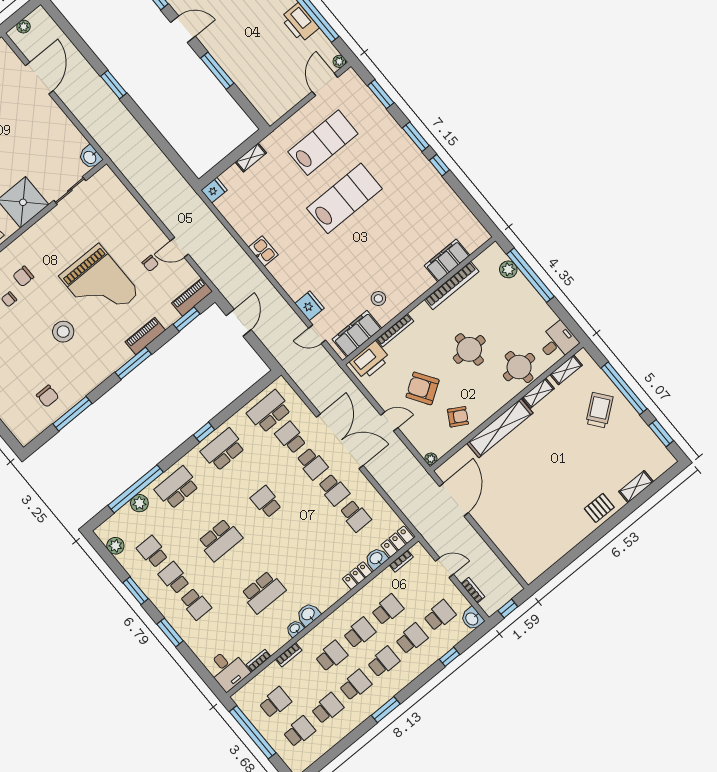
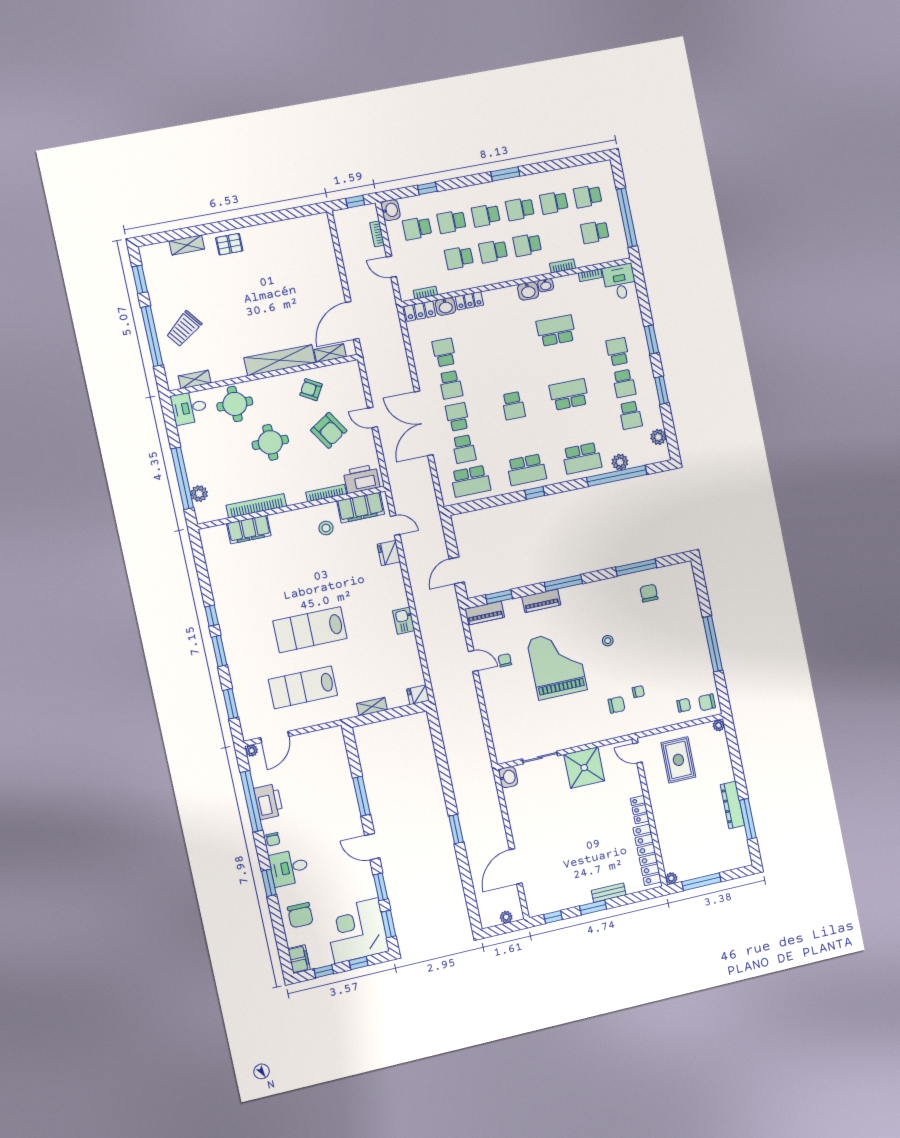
stool: (63, 332) -> (608, 641), width x0.53, depth x0.53
shelving: (538, 393) -> (330, 353), moved
plant: (431, 459) -> (354, 366), removed
school desk: (334, 490) -> (451, 385), turned 180

